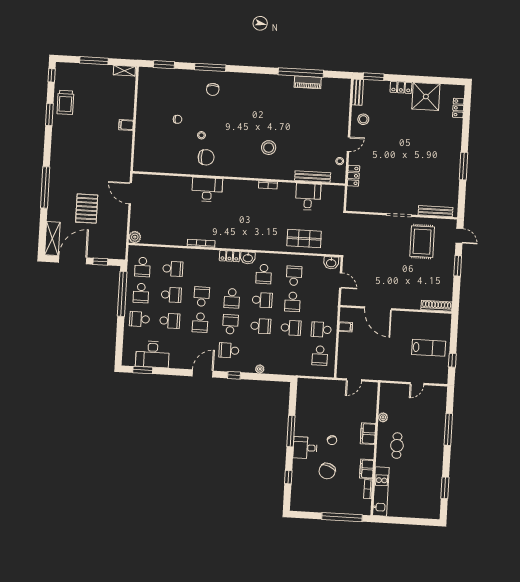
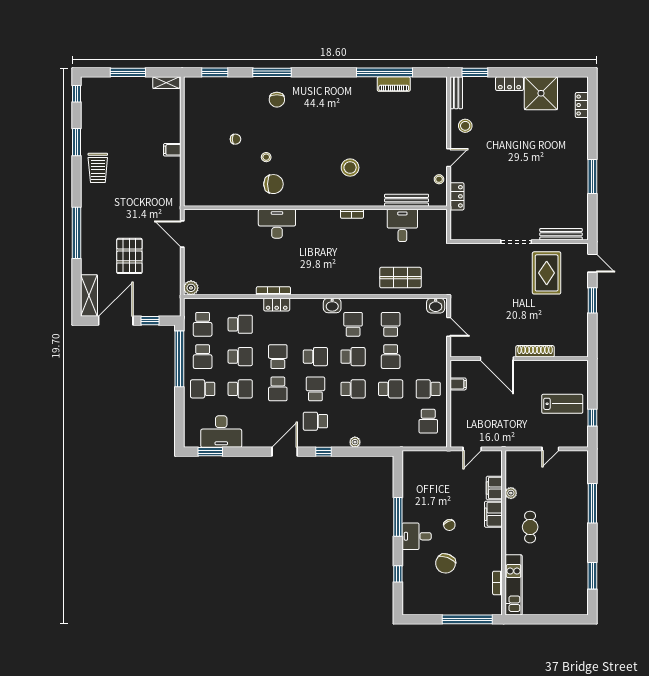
trolley: (65, 102) -> (98, 168), moved
locker: (230, 256) -> (277, 305), moved
school desk: (264, 274) -> (353, 324), turned 180
school desk: (232, 298) -> (315, 357), turned -90
shoe rack: (437, 306) -> (535, 351), moved
filing cabinet: (367, 469) -> (494, 488), moved

